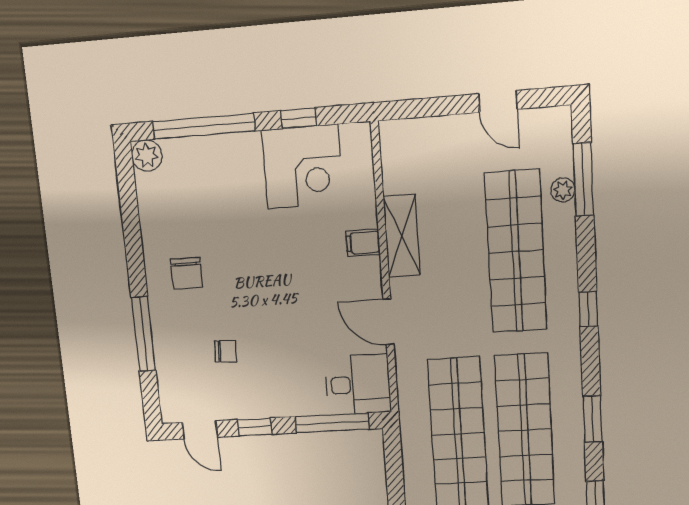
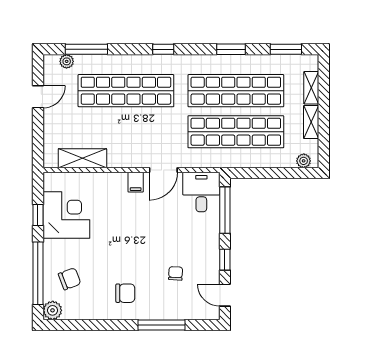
chair: (200, 180) -> (70, 279), added
plant: (563, 190) -> (67, 61), moved
shelving: (402, 236) -> (82, 158), moved
filing cabinet: (363, 243) -> (136, 182), moved
door: (200, 430) -> (225, 295), swing flipped

